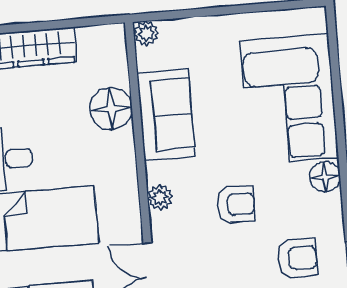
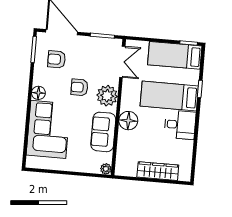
floor lamp: (111, 109) -> (128, 121), moved
plant: (160, 198) -> (107, 96), width x1.88, depth x1.88

